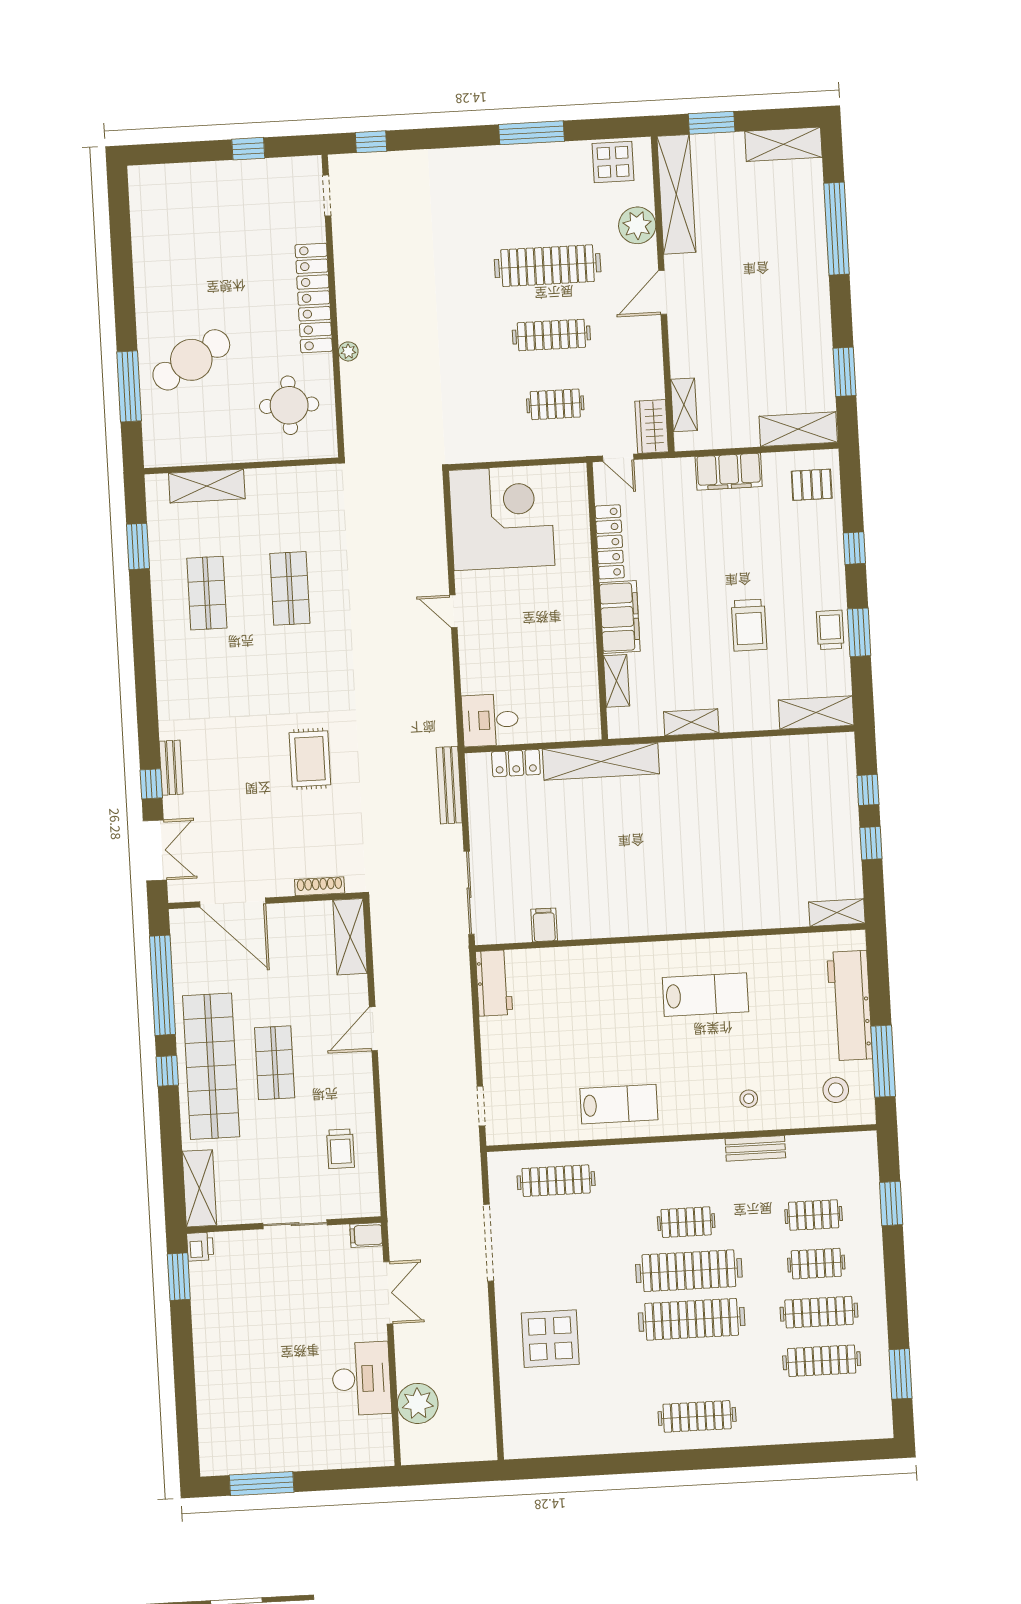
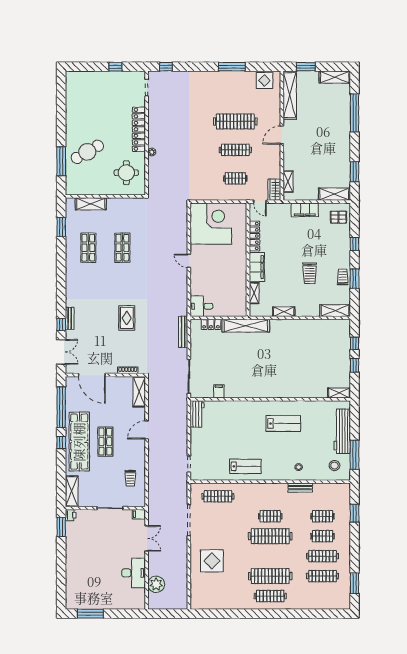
plant: (637, 225) -> (273, 107), removed
clothes rail: (692, 1319) -> (270, 576), moved

